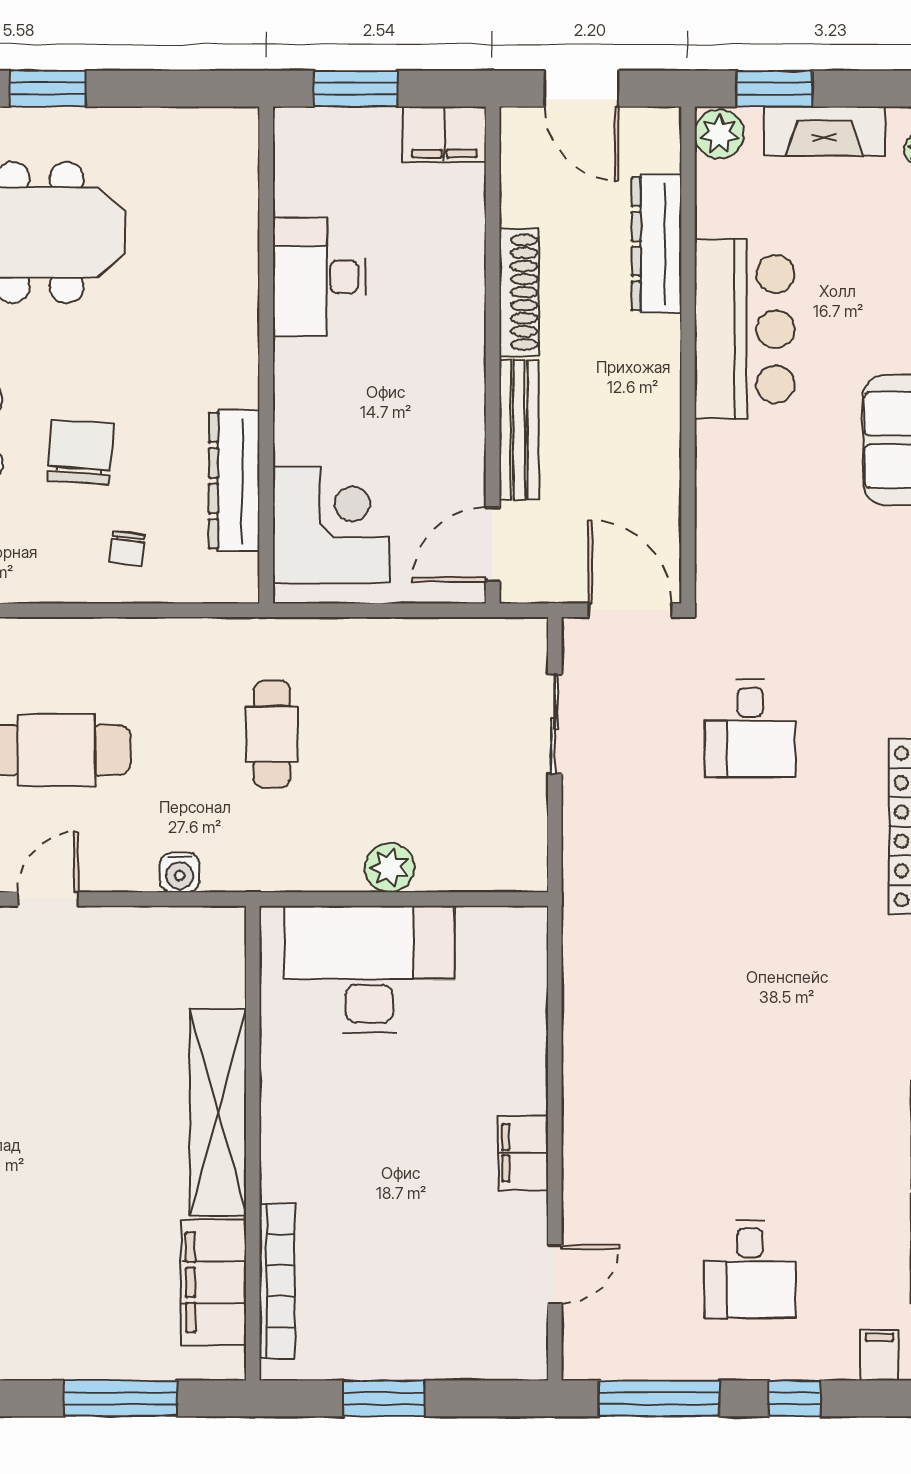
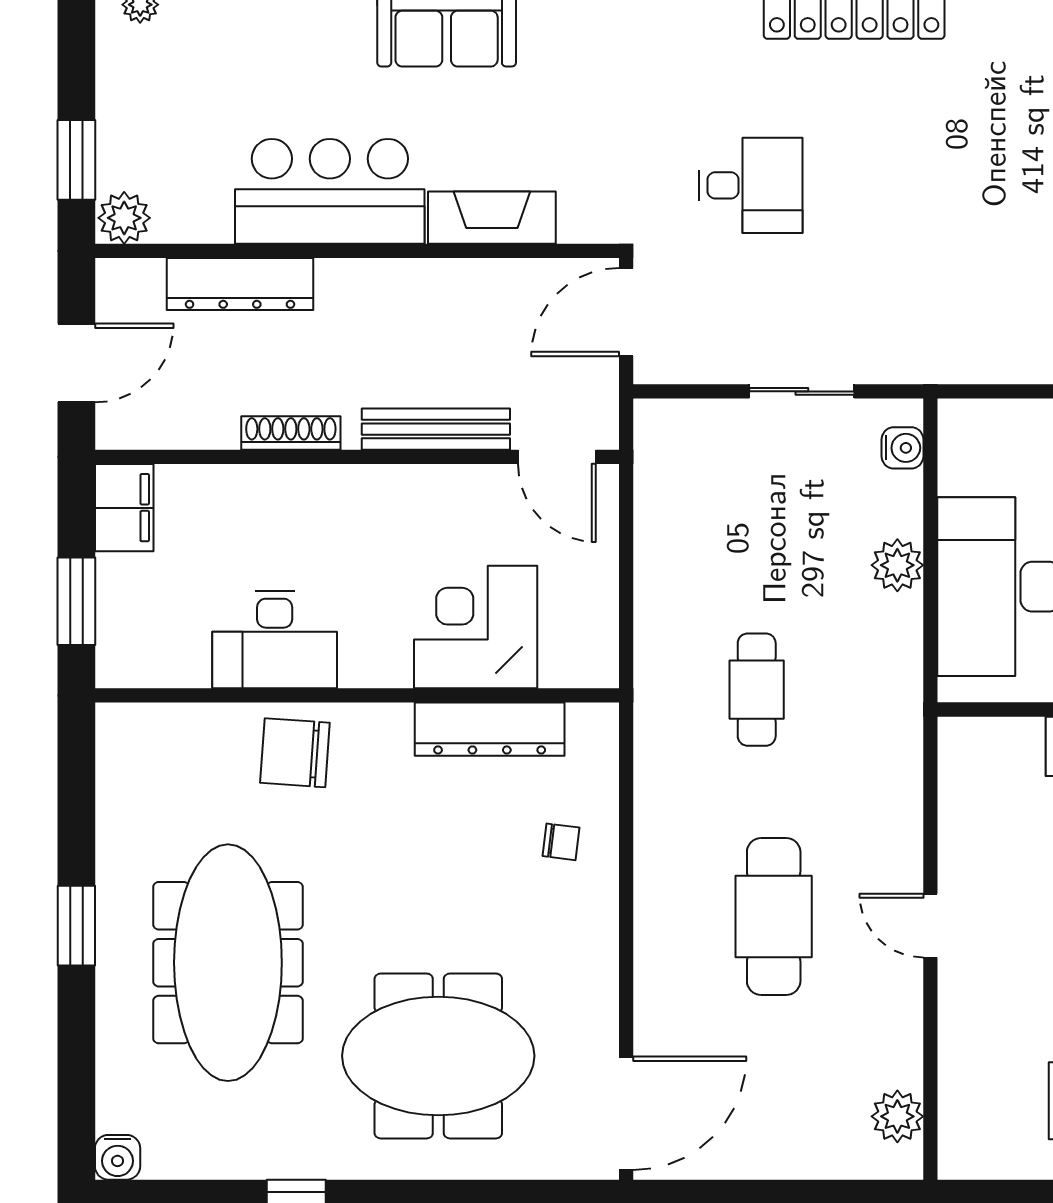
fireplace: (825, 131) -> (492, 218), moved, turned -90
shoe rack: (519, 292) -> (291, 433), width x0.74, depth x0.81
chair: (80, 452) -> (295, 753), moved
corner desk: (331, 525) -> (476, 627), moved
sliding door: (555, 724) -> (802, 391), moved
cafe table: (272, 734) -> (757, 690), turned 90
water cooler: (180, 873) -> (903, 448), moved

